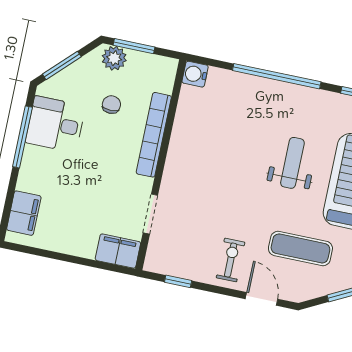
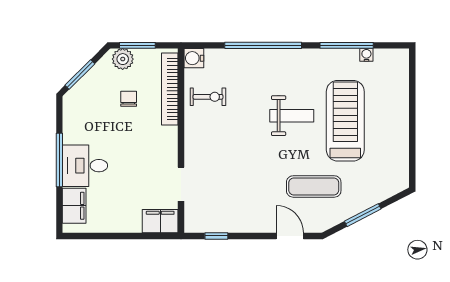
desk: (55, 124) -> (85, 166), moved
bookcase: (154, 135) -> (170, 89), moved
window: (22, 137) -> (59, 160), moved
weight bench: (292, 163) -> (292, 116), turned 90
exercise bike: (231, 260) -> (208, 97), moved, turned 90

